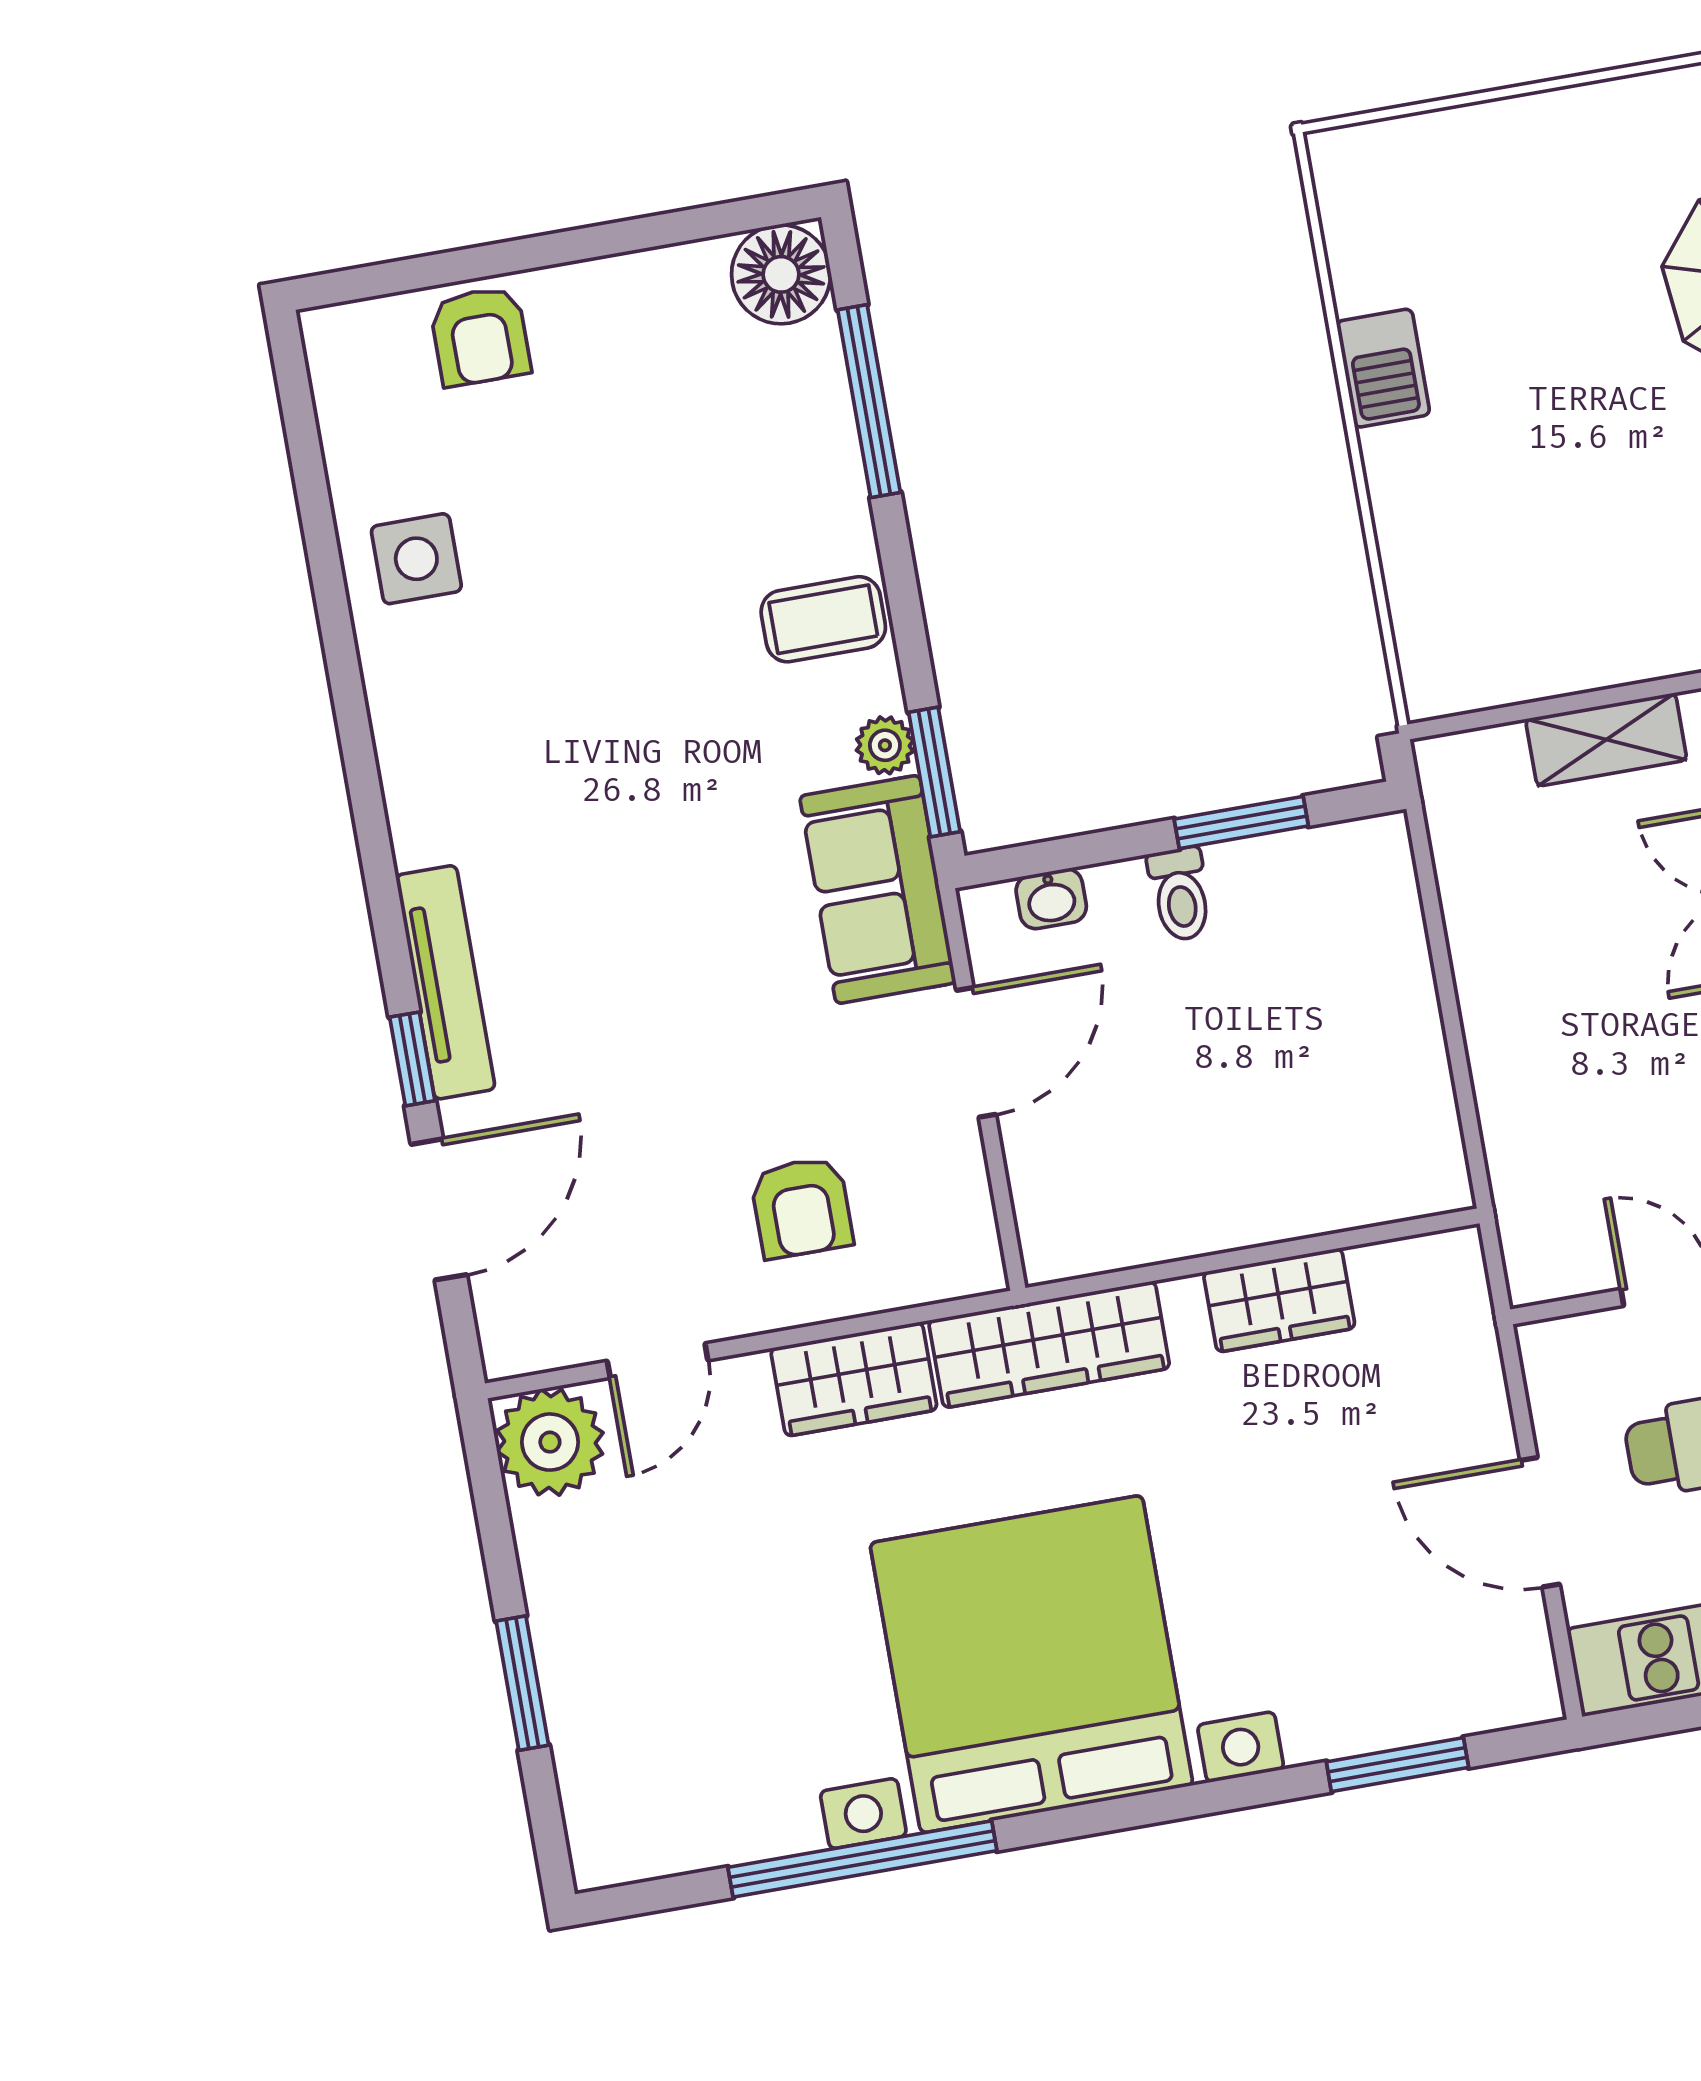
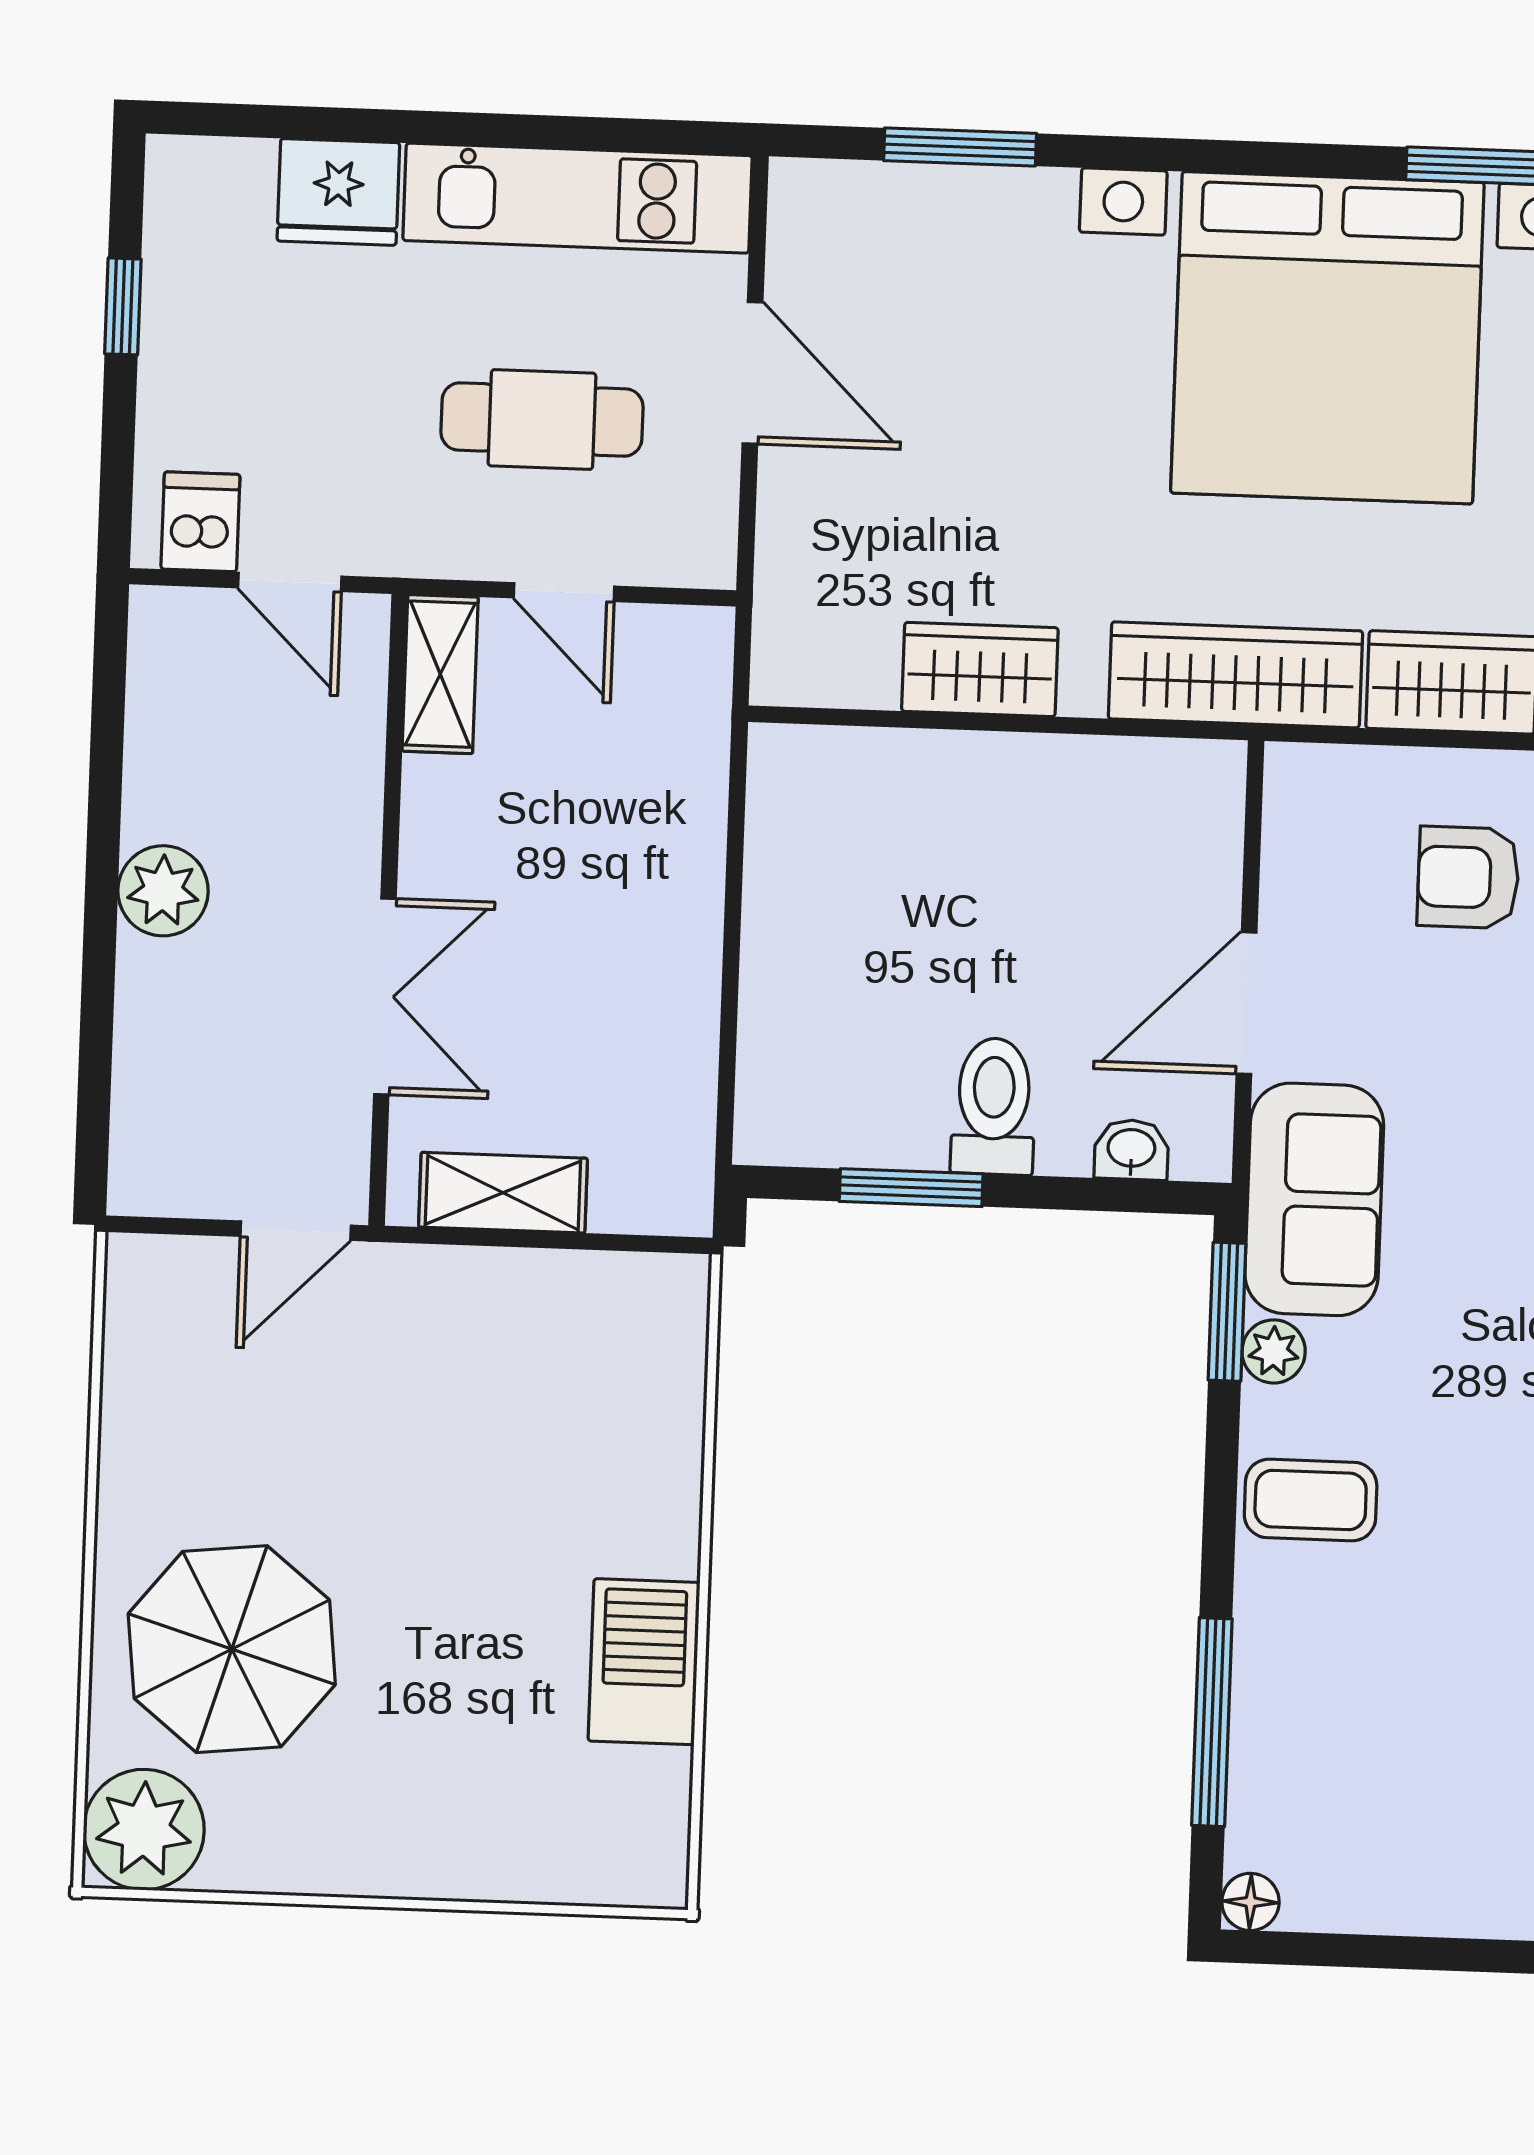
floor lamp: (781, 274) -> (1250, 1902), width x0.53, depth x0.53
barbecue: (1383, 368) -> (644, 1662), width x1.38, depth x1.27
toilet: (1180, 894) -> (994, 1106), width x1.37, depth x1.39
armchair: (802, 1208) -> (1468, 877), turned -90

